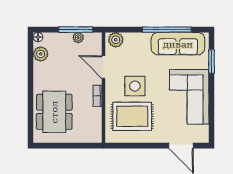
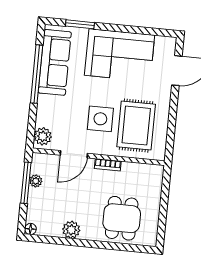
plant: (41, 54) -> (71, 230), moved
dining table: (54, 112) -> (122, 218), width x0.73

